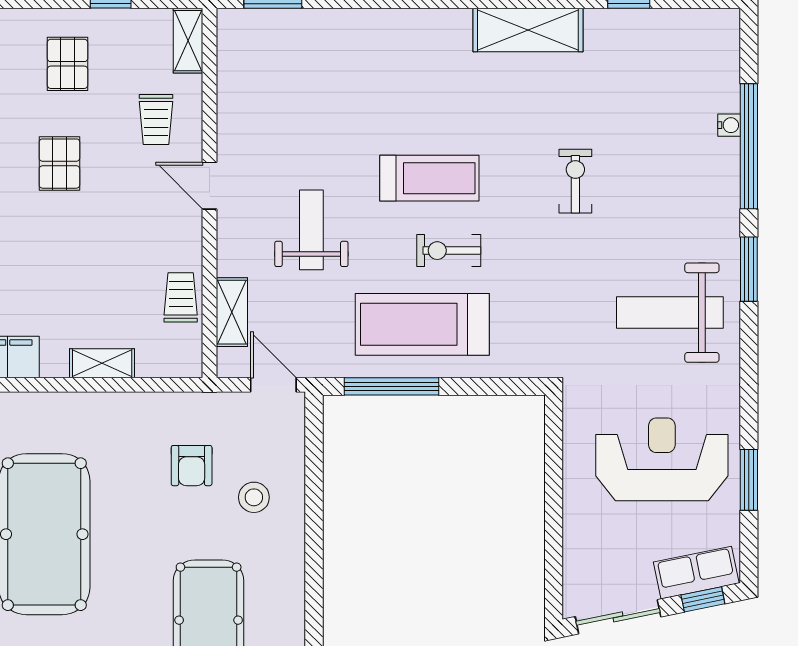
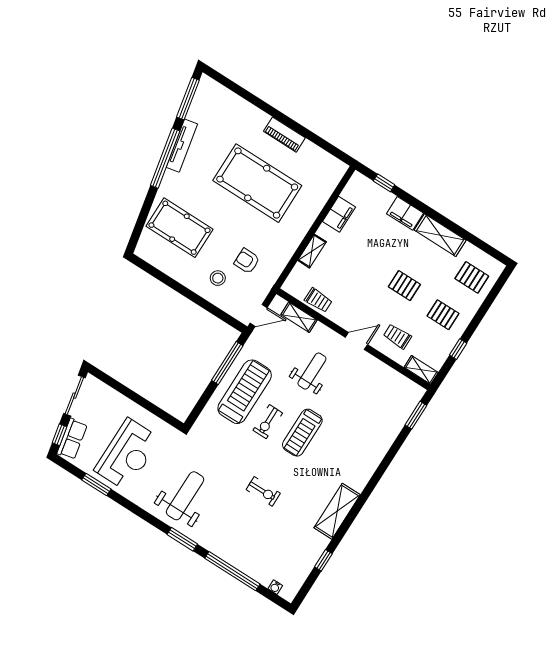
water cooler: (729, 125) -> (275, 587), moved
weight bench: (311, 230) -> (312, 371), turned -90
exercise bike: (449, 251) -> (268, 422), turned 180

